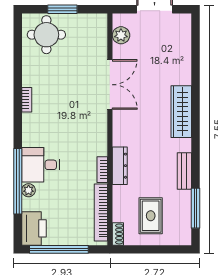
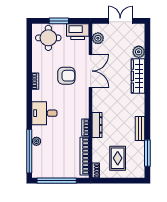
plant: (182, 56) -> (139, 52), added
armchair: (73, 92) -> (66, 76), added
wardrobe: (181, 112) -> (138, 76), moved
desk: (41, 165) -> (44, 113), moved
window: (18, 181) -> (29, 151), moved
printer: (34, 228) -> (78, 32), moved, turned 90

